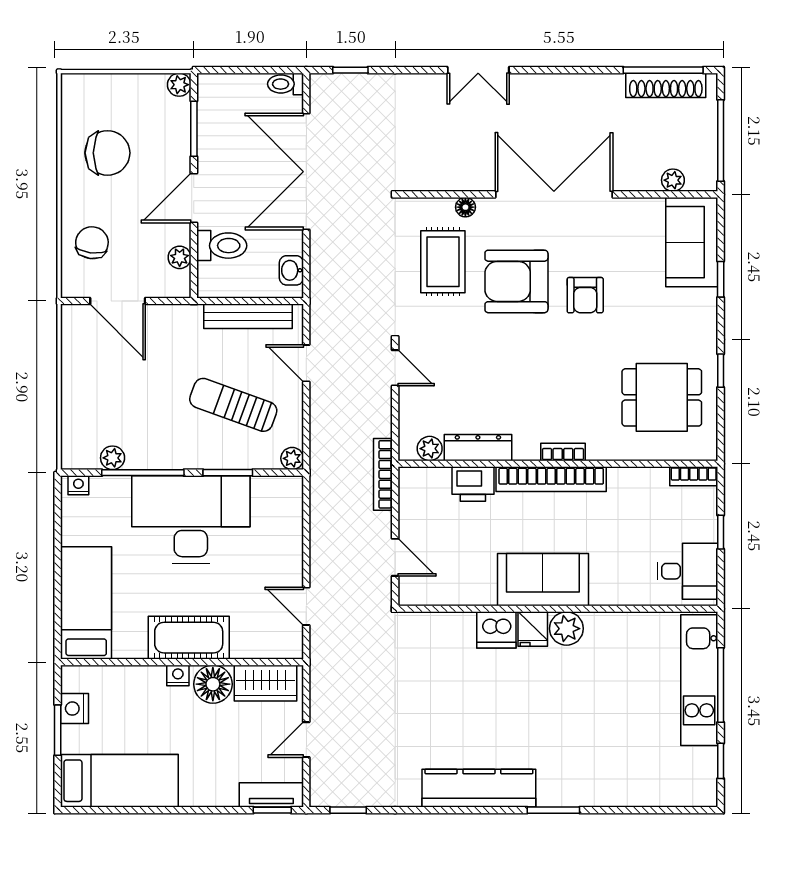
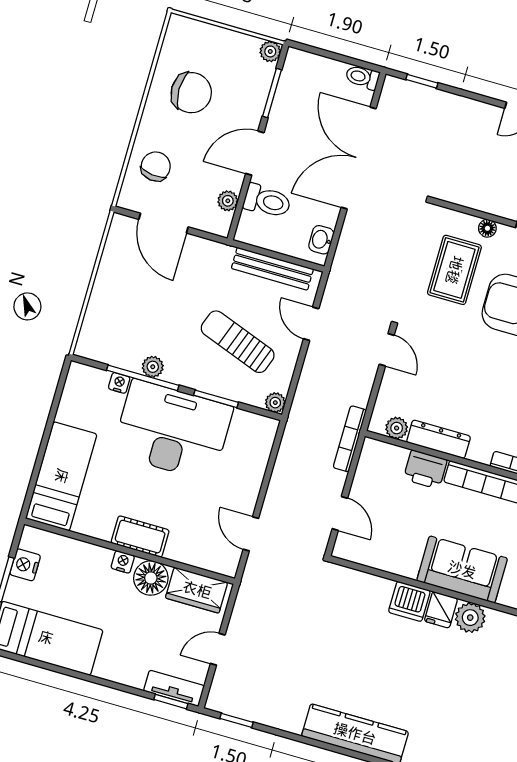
plant: (113, 458) -> (153, 367), moved
nightstand: (78, 485) -> (119, 383), moved
cot: (189, 638) -> (140, 537), width x0.73, depth x0.75

